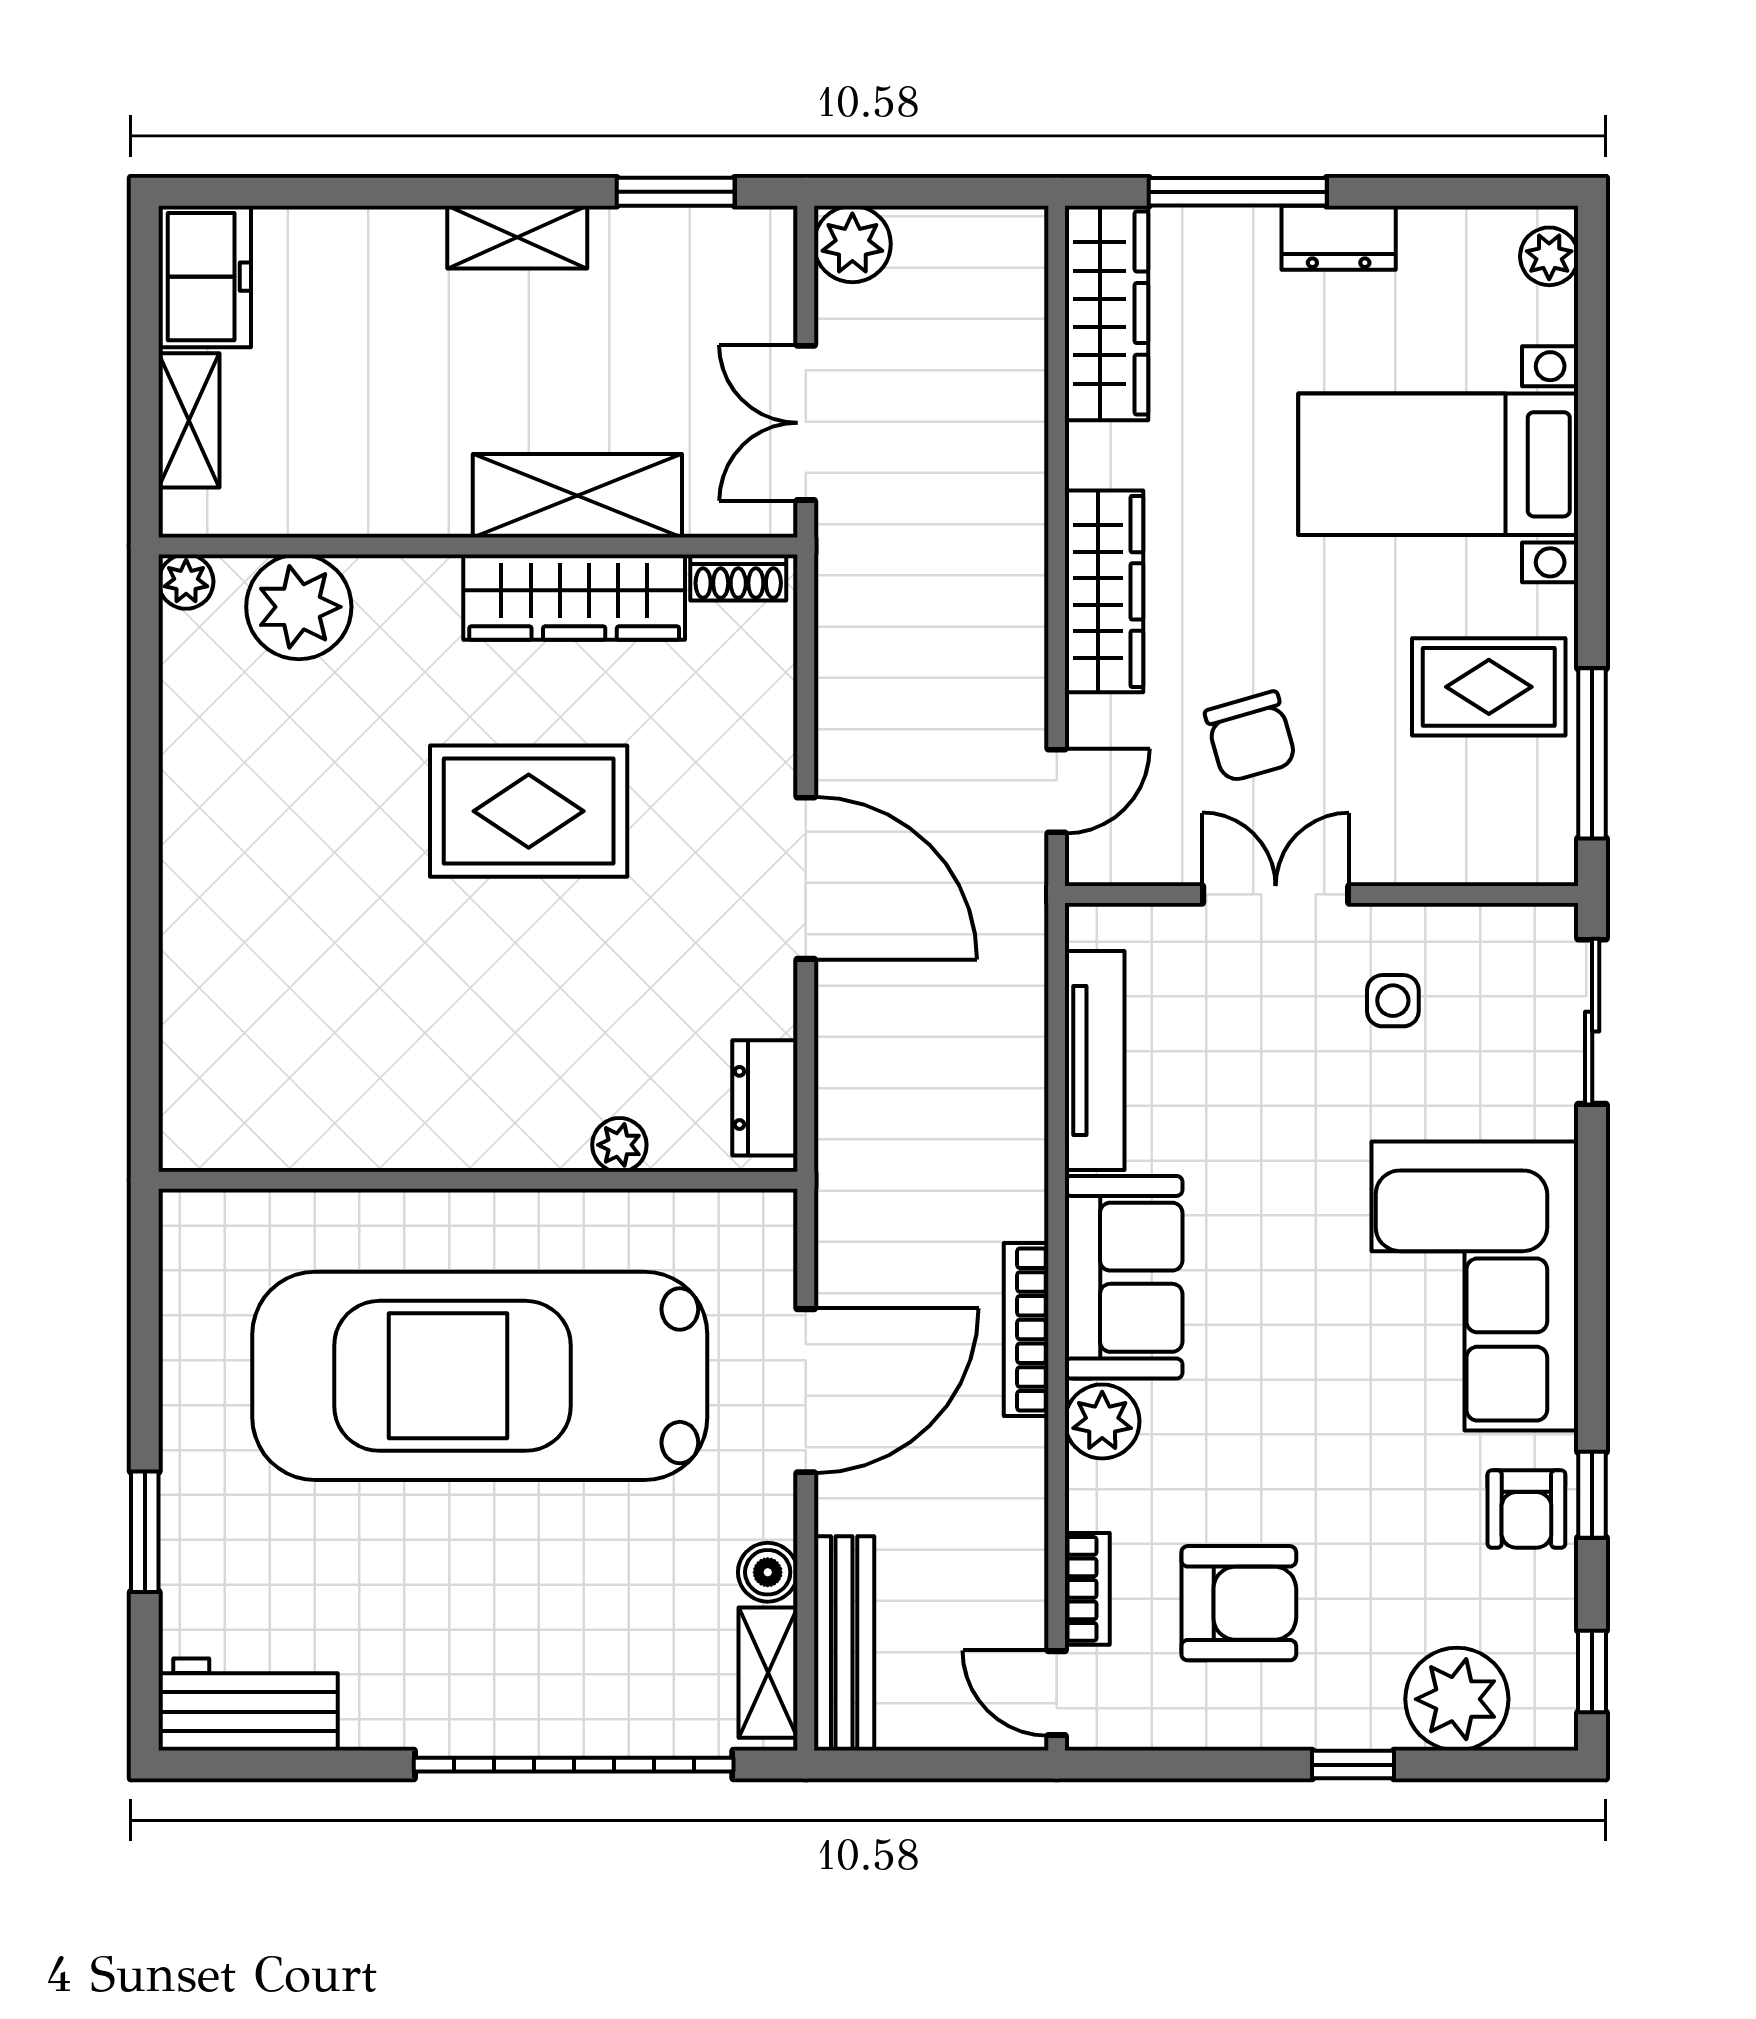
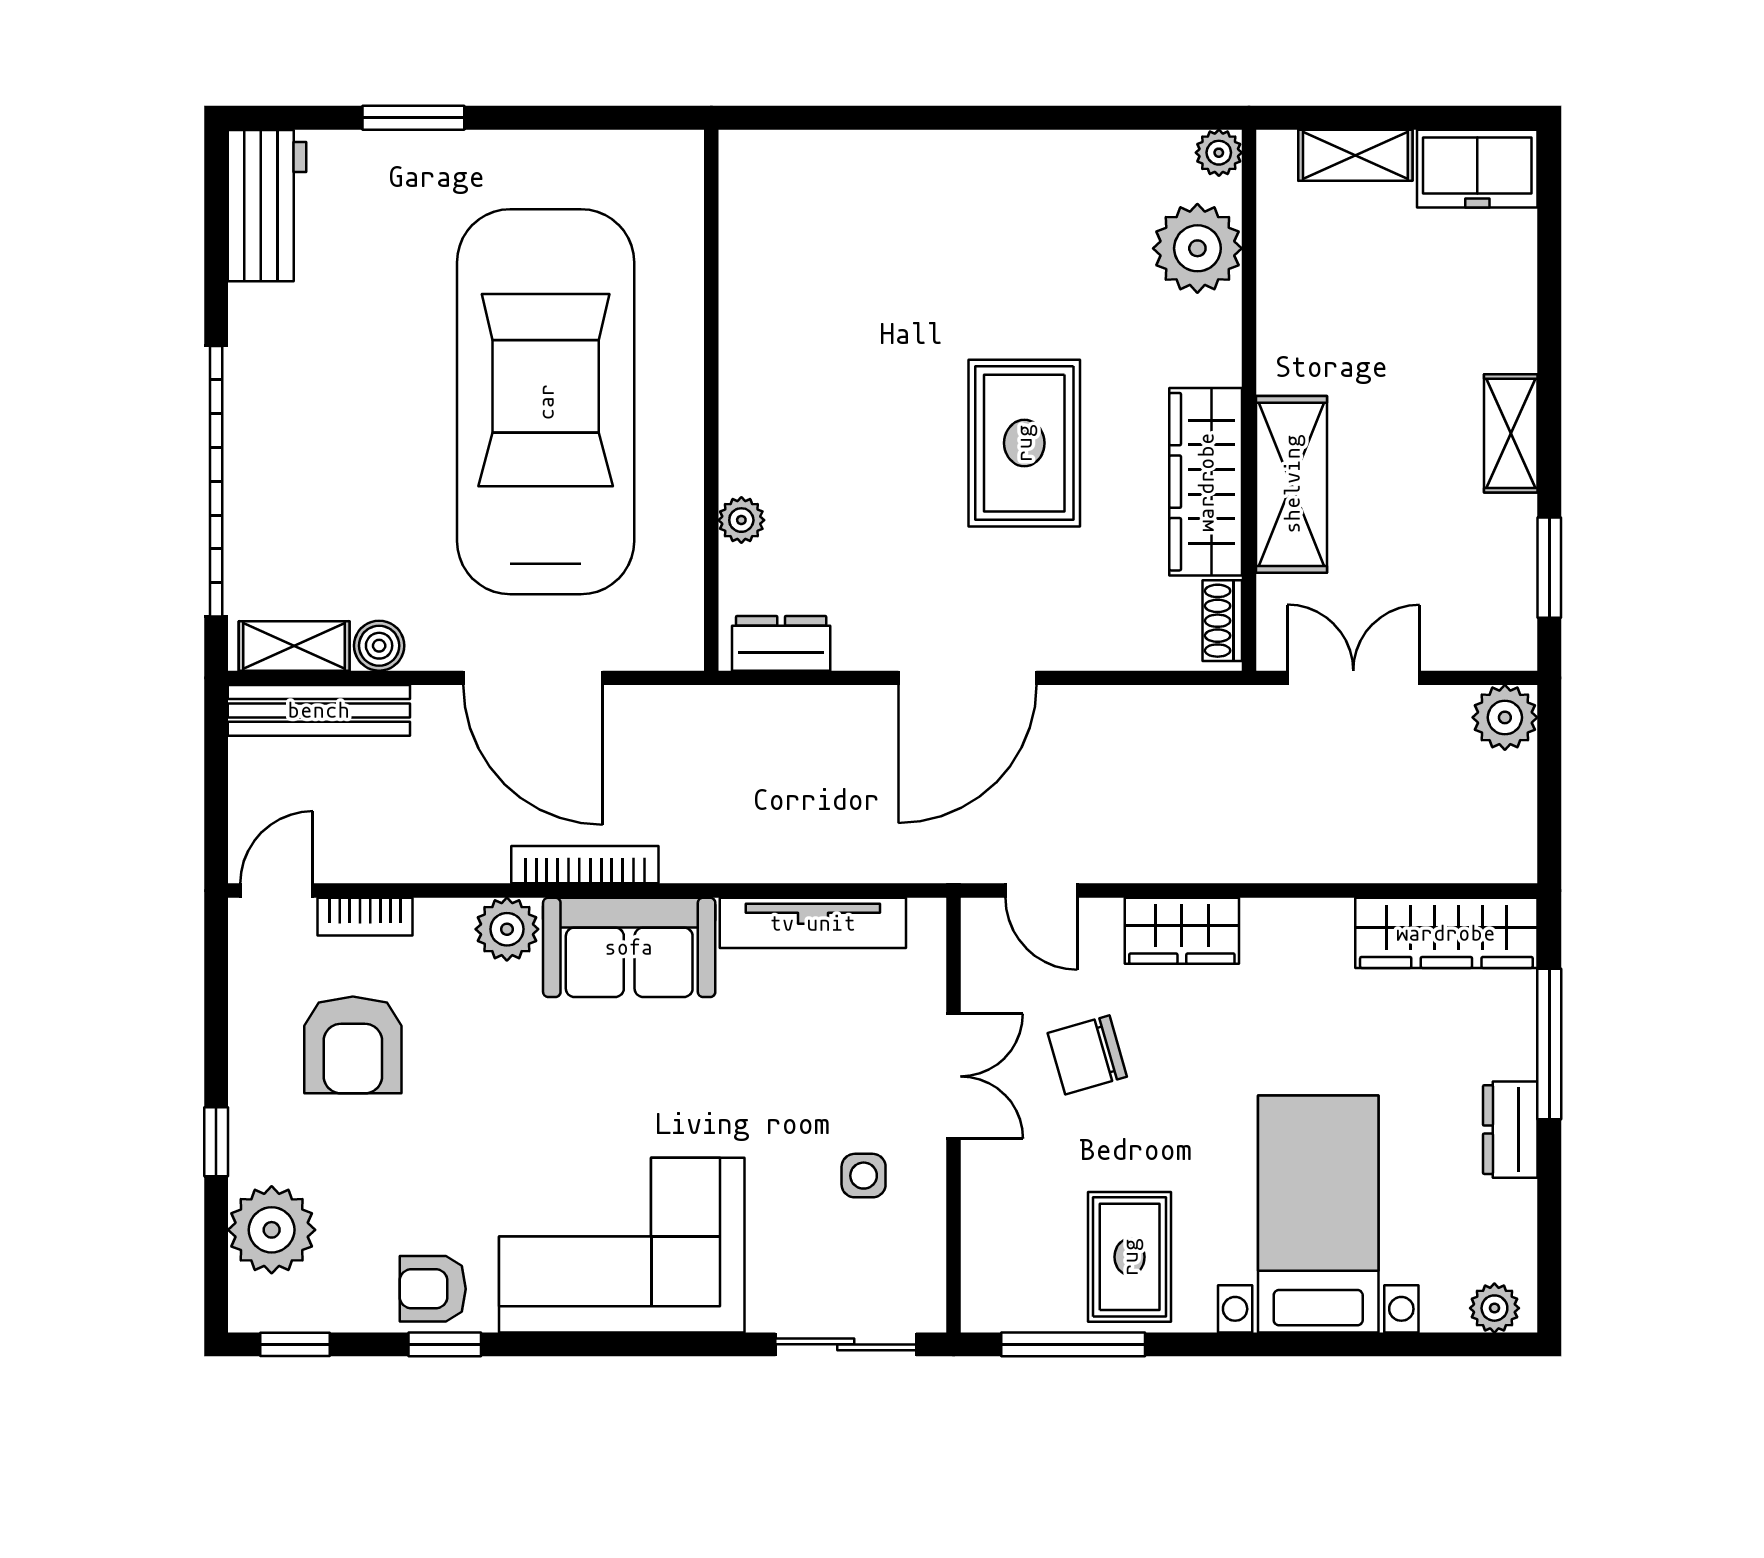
wardrobe: (1104, 591) -> (1182, 931), width x0.67

